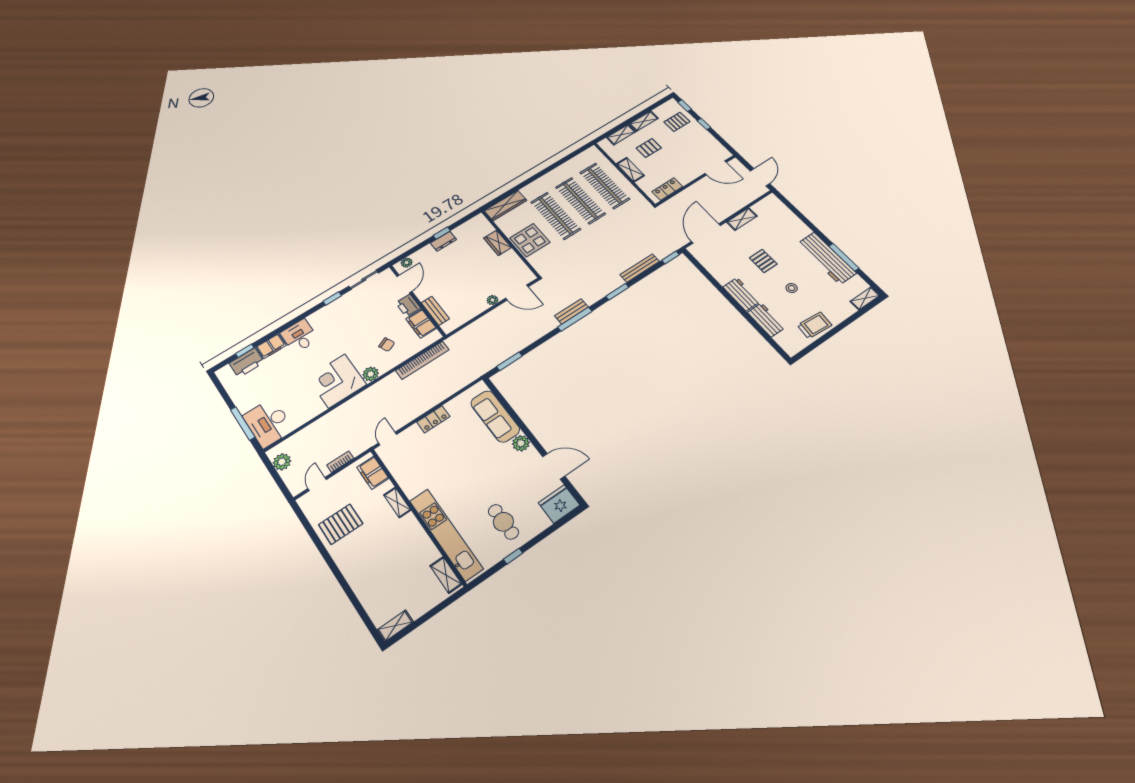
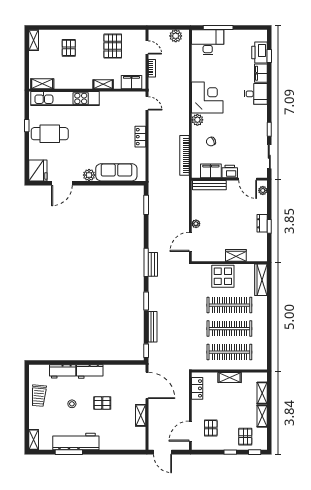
pallet: (649, 148) -> (211, 428), moved
bench: (435, 311) -> (209, 185), width x1.36
cafe table: (503, 522) -> (50, 134), width x1.37, depth x1.35
pallet: (377, 575) -> (69, 48), added

